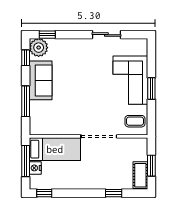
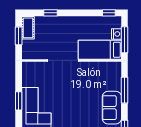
coffee table: (135, 121) -> (32, 73), removed

